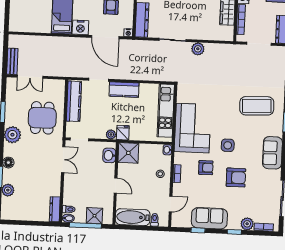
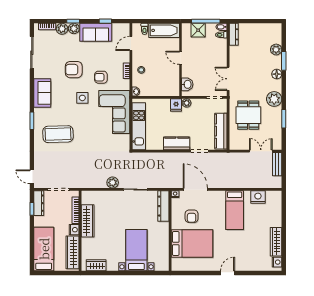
nightstand: (80, 27) -> (258, 197), moved
shower: (128, 153) -> (170, 87), removed
plant: (234, 224) -> (74, 28), added

